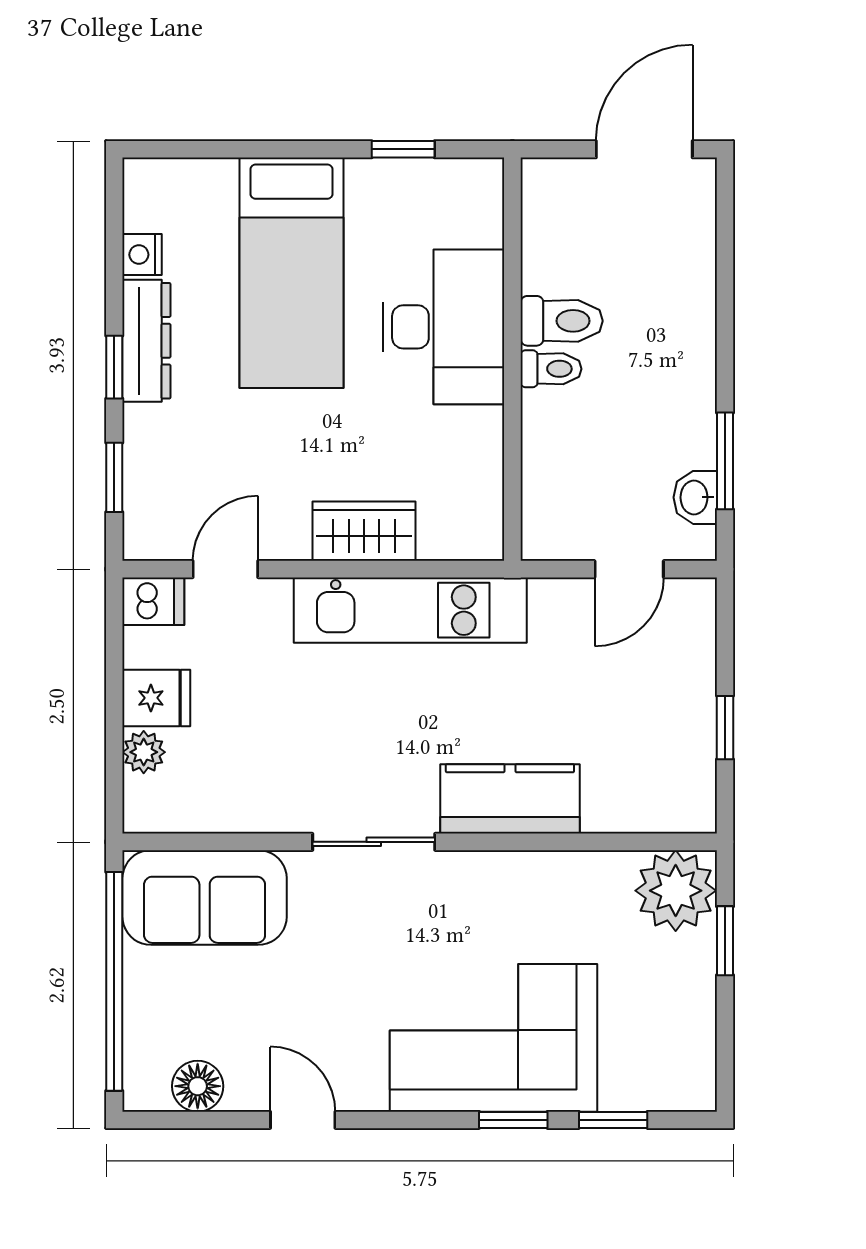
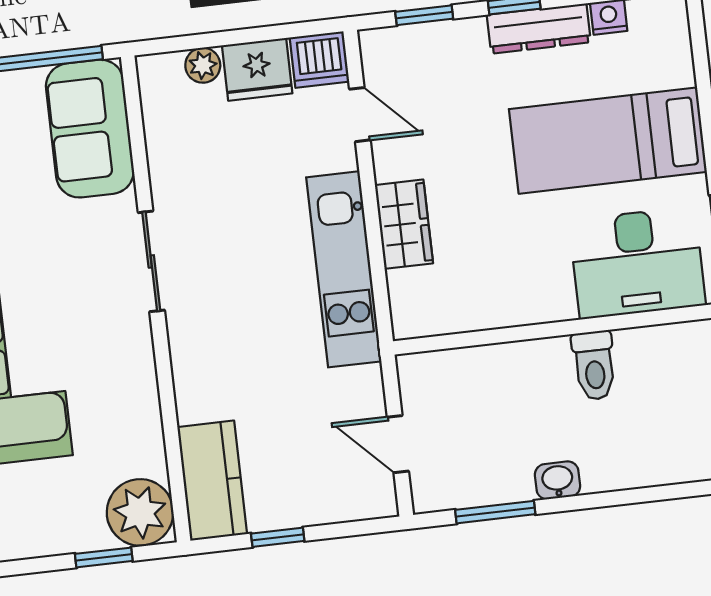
desk: (443, 327) -> (637, 263), moved
toilet: (551, 369) -> (554, 361), removed
washbasin: (695, 497) -> (558, 480), moved
dishwasher: (153, 601) -> (319, 60), width x1.38
fridge: (156, 698) -> (257, 69), width x1.38
kitchen counter: (510, 799) -> (212, 481), moved

